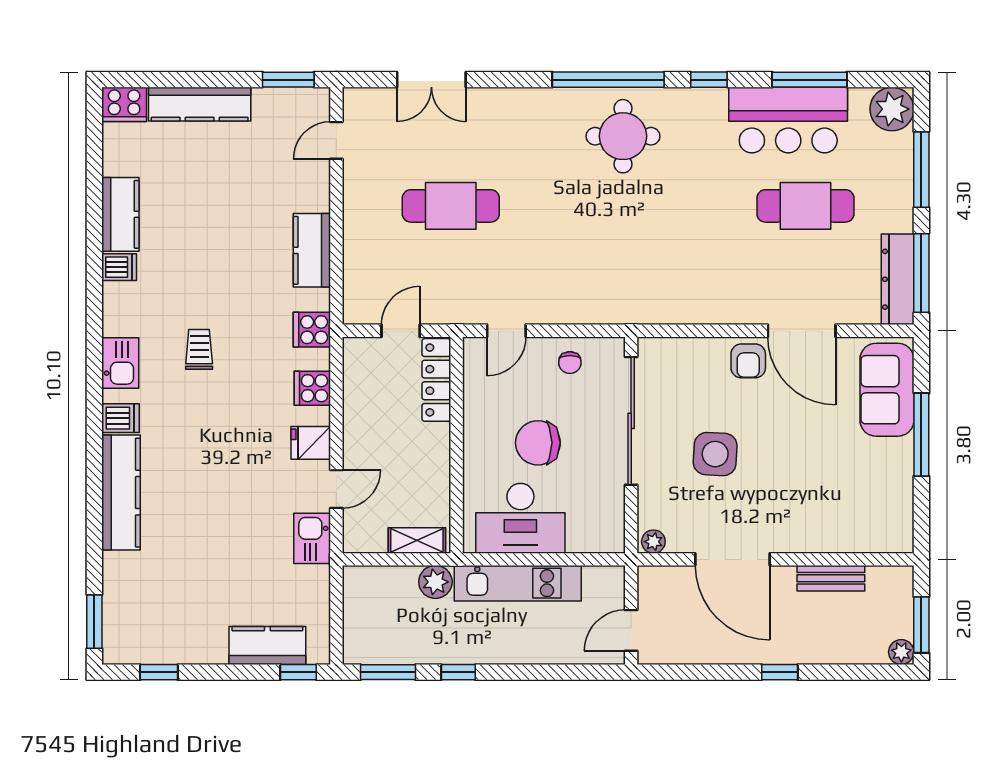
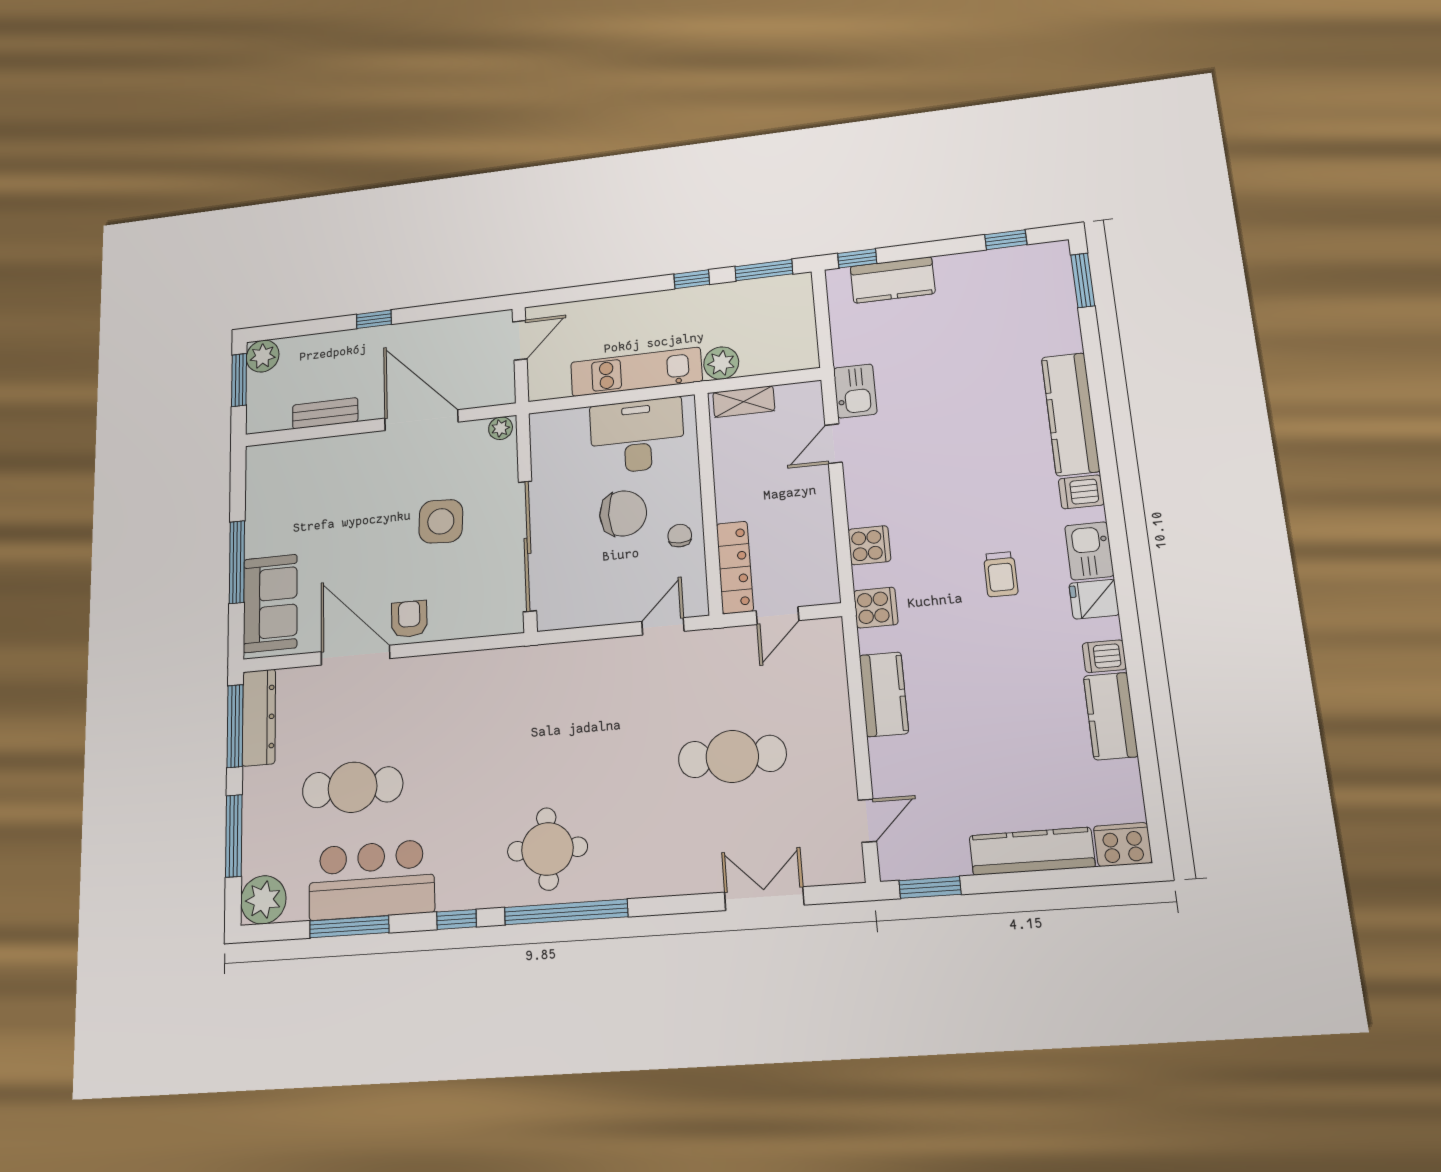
chair: (570, 363) -> (680, 536), moved
fridge: (311, 443) -> (1094, 599), moved, turned 180
plant: (901, 652) -> (263, 356), width x1.38, depth x1.38

